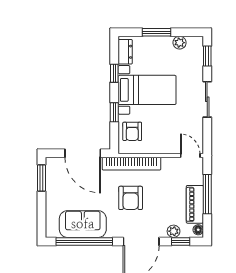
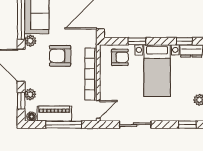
window: (114, 73) -> (184, 41), moved
sliding door: (207, 99) -> (135, 125), moved
armchair: (132, 131) -> (120, 57), turned 180
bookcase: (131, 164) -> (91, 74), moved
plant: (114, 231) -> (30, 41), added

